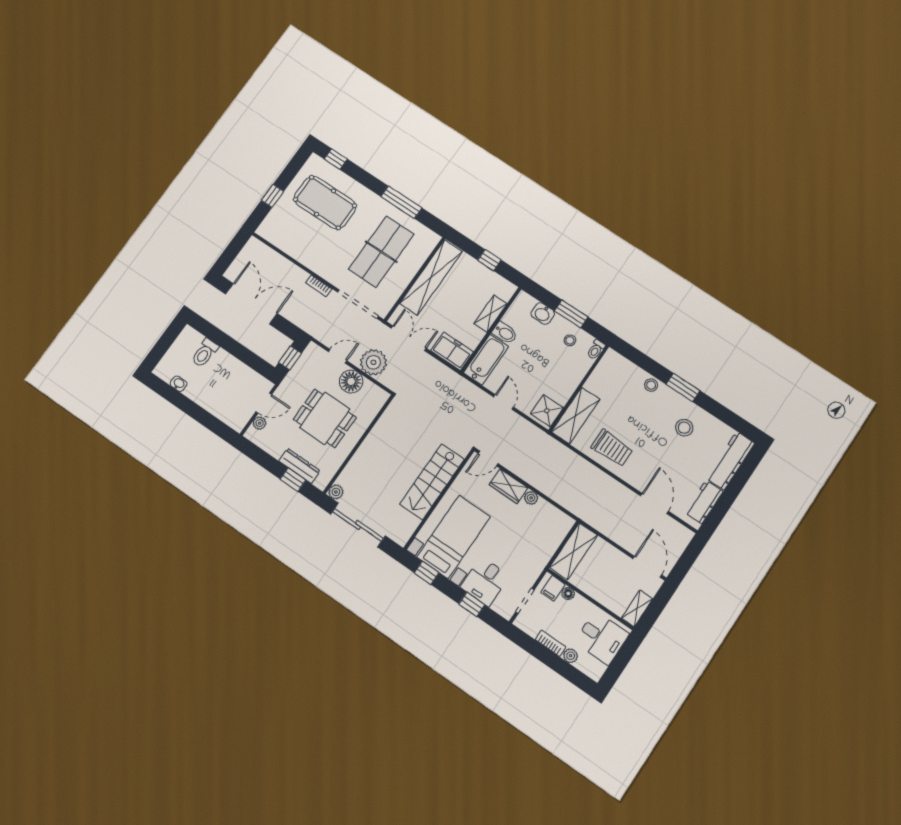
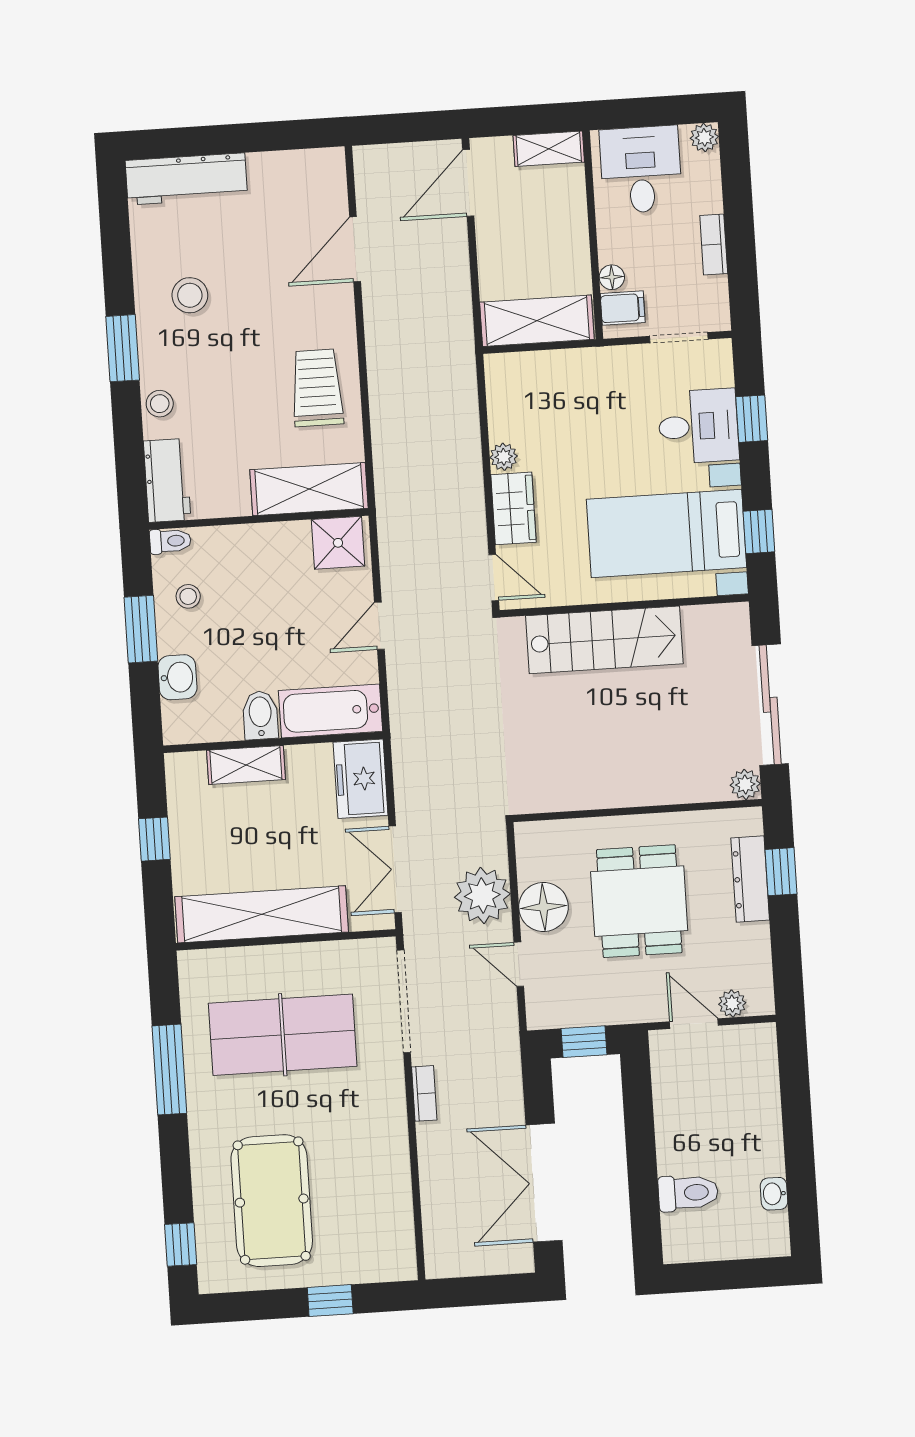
workbench: (704, 502) -> (167, 480), moved, turned -90
plant: (571, 656) -> (704, 137), moved

